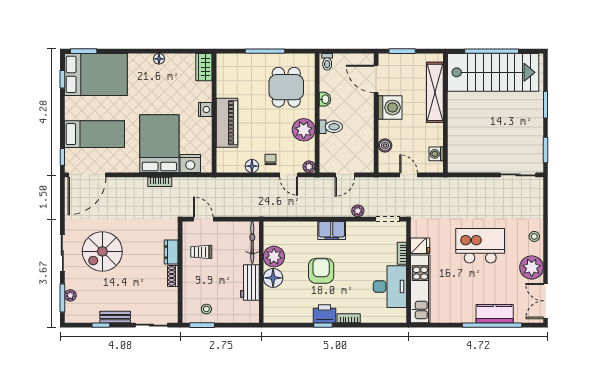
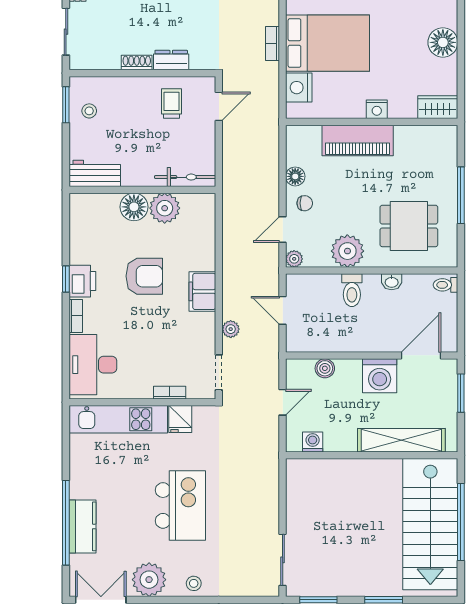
floor lamp: (159, 59) -> (443, 42), width x1.89, depth x1.89
workbench: (250, 283) -> (95, 173), moved
desk: (390, 287) -> (93, 365), moved, turned 90

